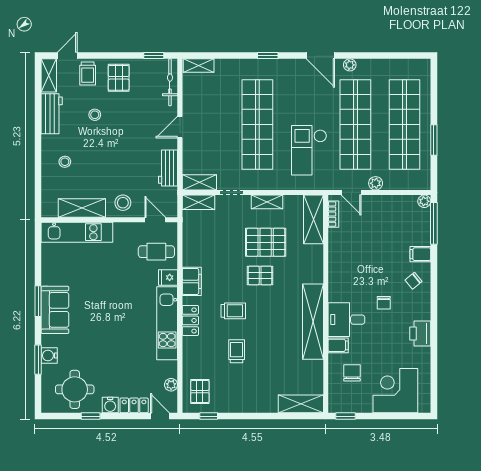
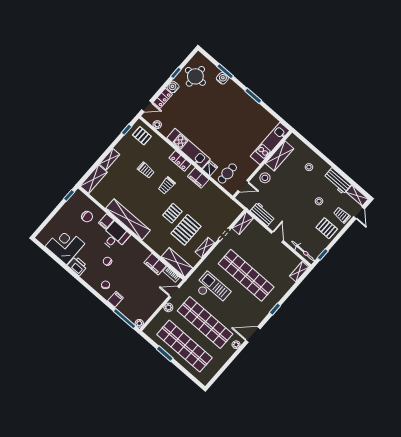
shelving: (198, 202) -> (110, 159), moved
filing cabinet: (338, 244) -> (155, 264), added
sofa: (55, 310) -> (242, 100), removed
corner desk: (395, 391) -> (65, 245), moved, turned -90

